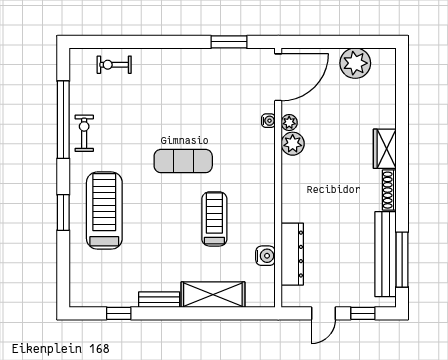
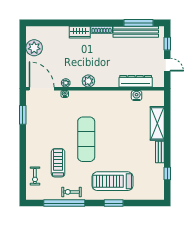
plant: (293, 144) -> (88, 81), moved
exercise mat: (183, 161) -> (86, 139), width x1.36, depth x1.45
treadmill: (214, 219) -> (58, 163), moved, turned 90

